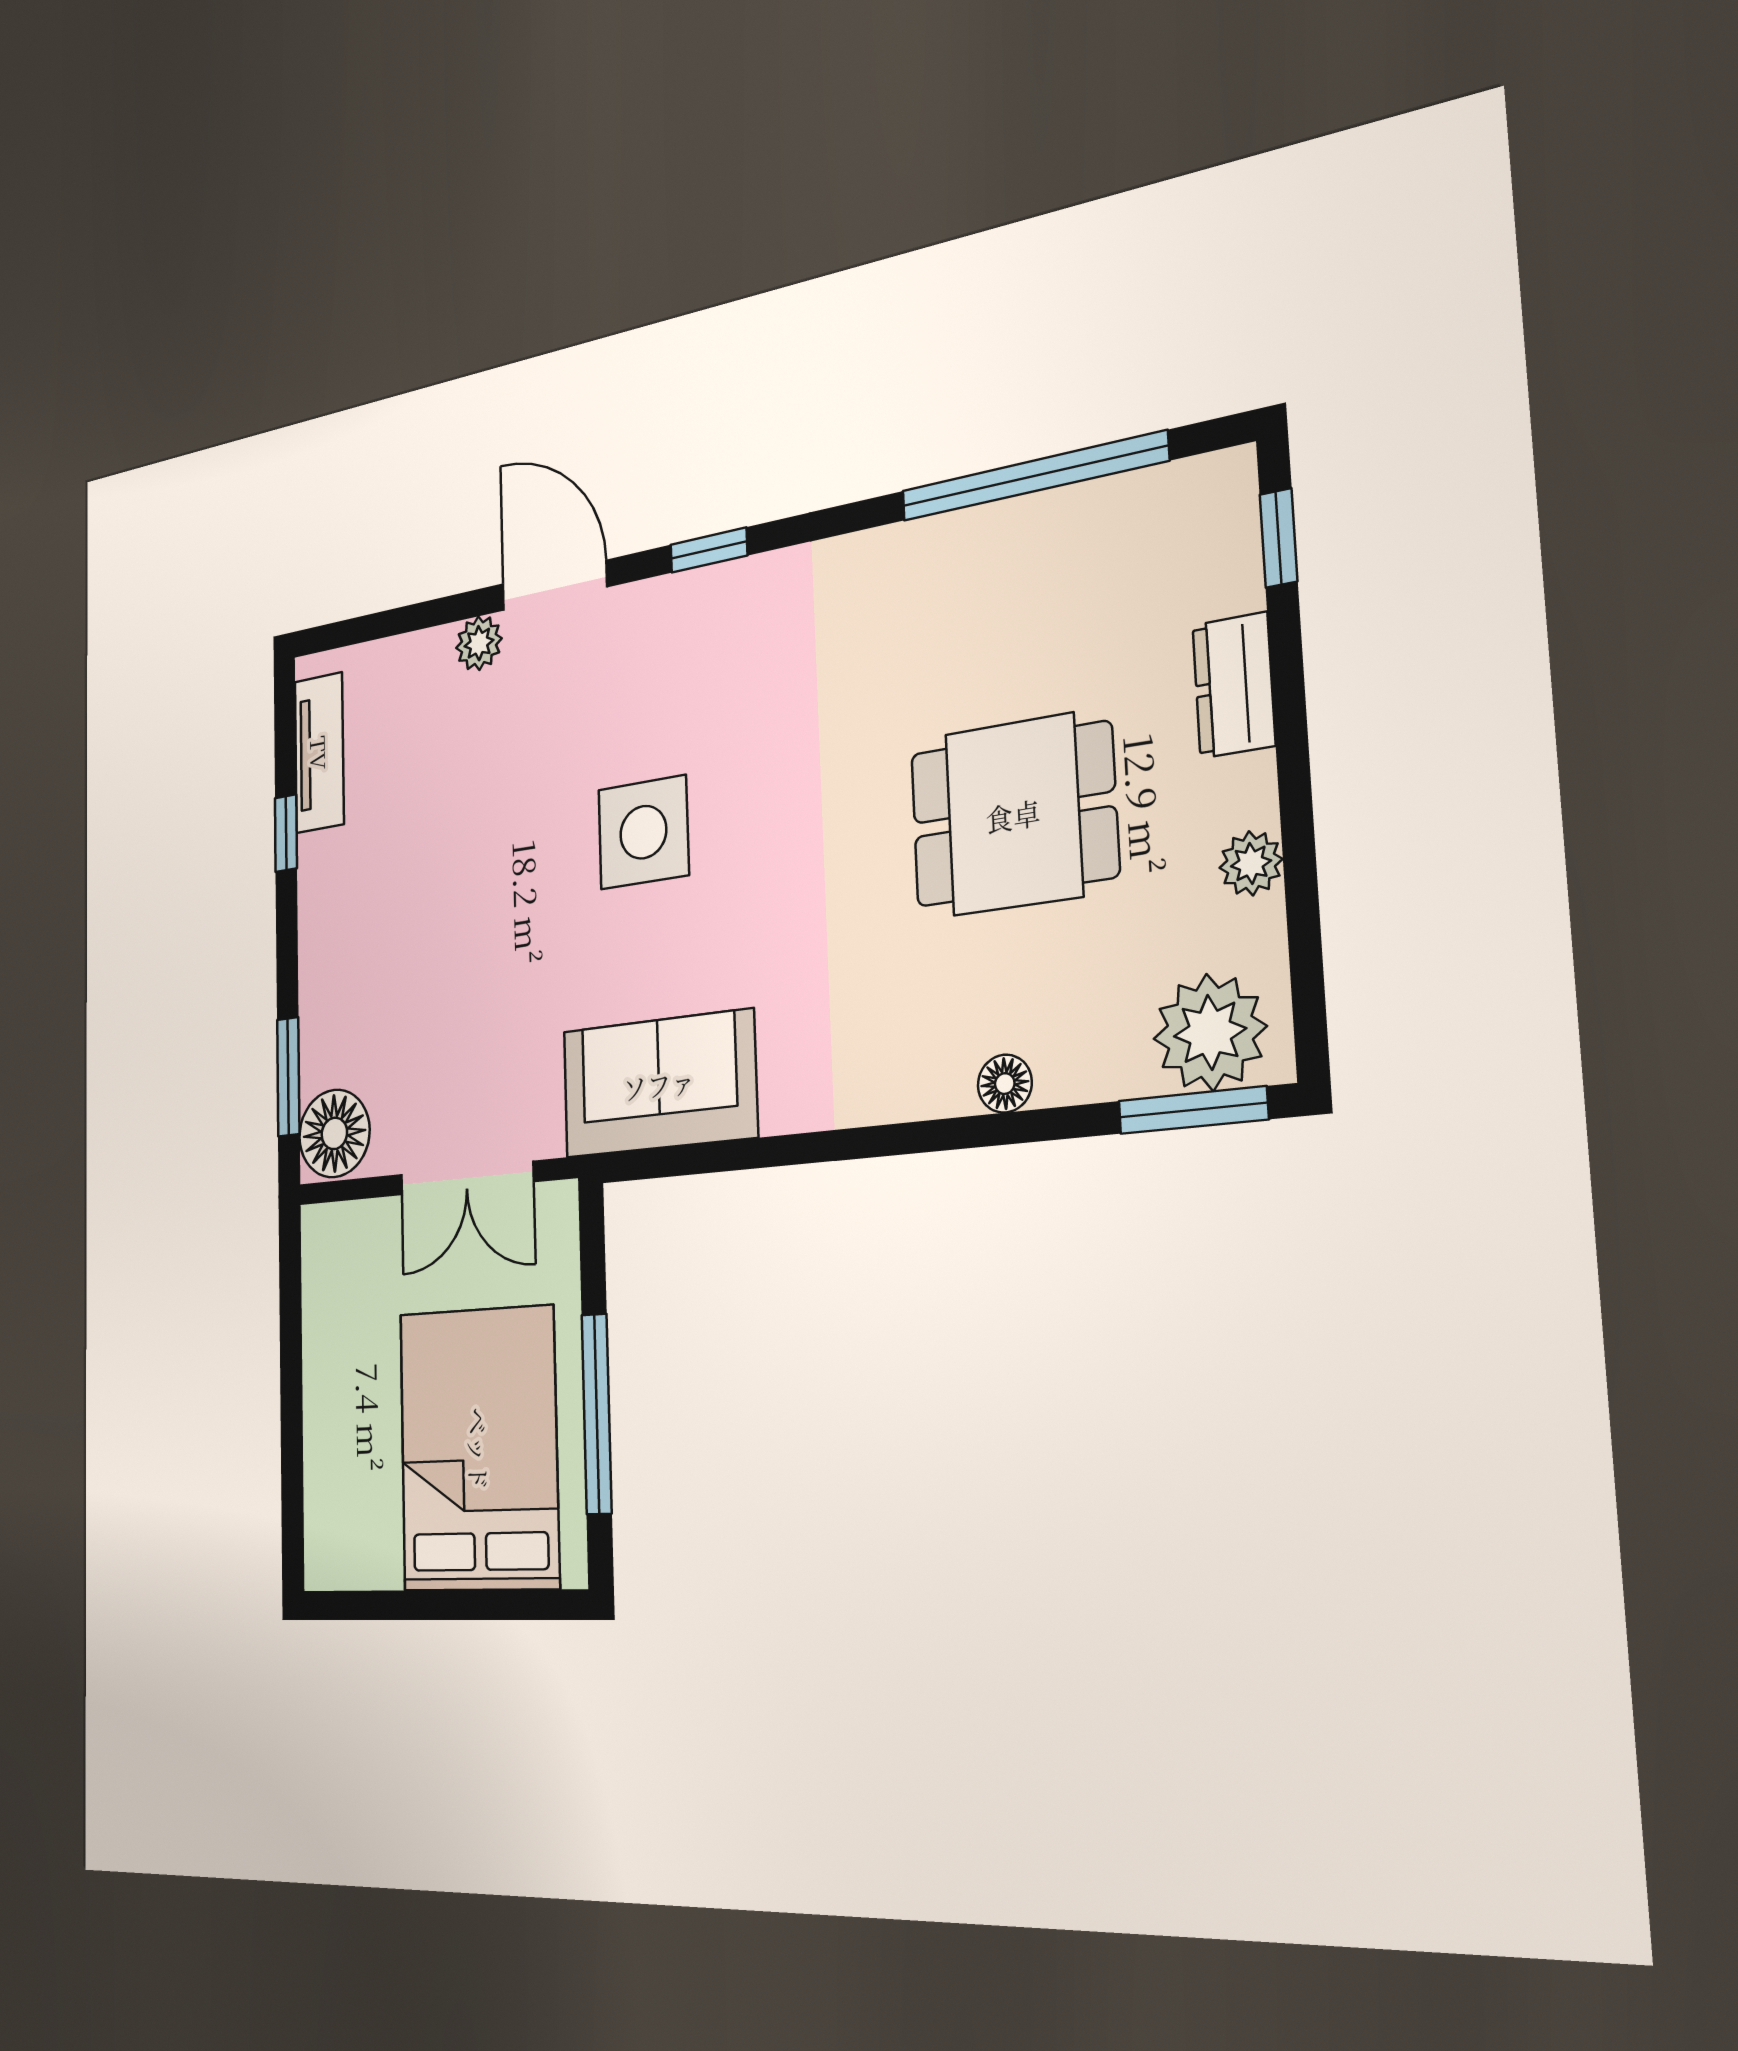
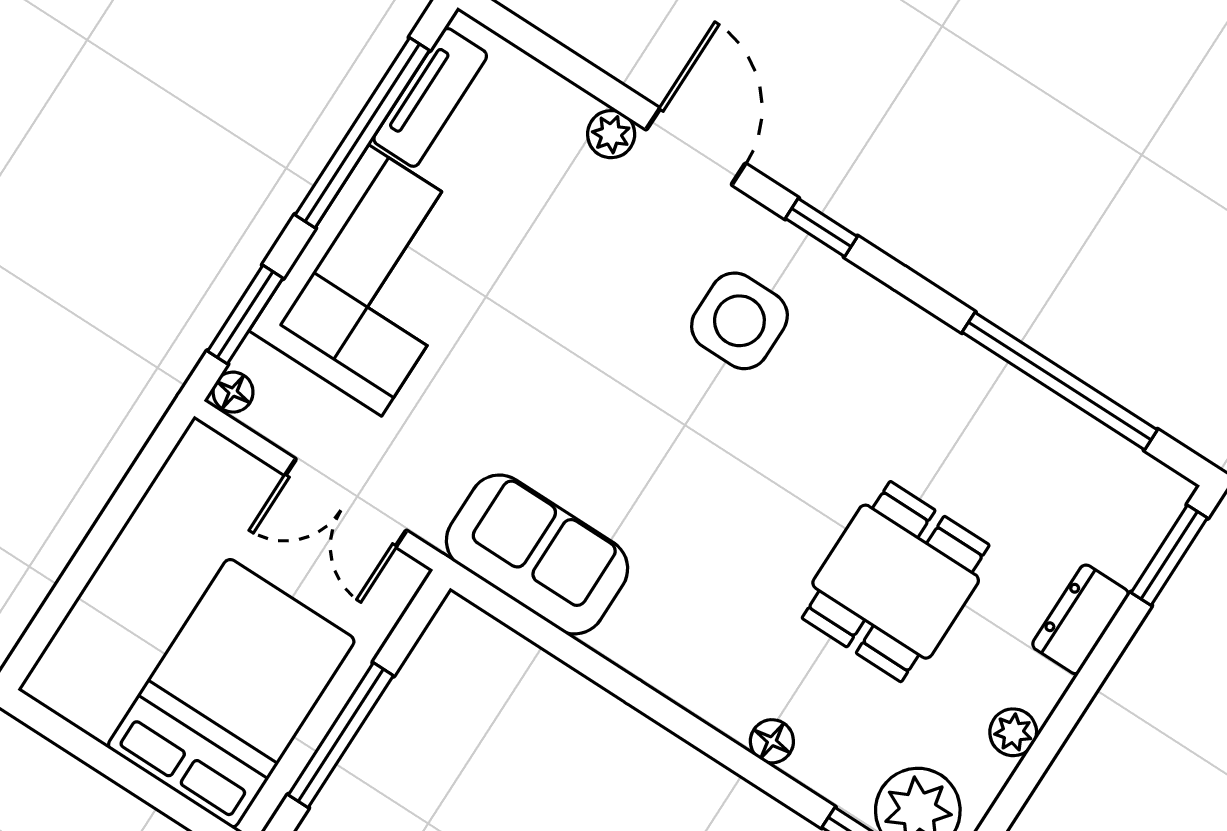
window: (1279, 538) -> (1169, 555), width x1.50
dining table: (1013, 815) -> (896, 582), turned 90
side table: (643, 832) -> (739, 321), moved
window: (286, 833) -> (362, 133), width x3.17
corner sofa: (371, 952) -> (375, 281), added
floor lamp: (334, 1133) -> (233, 392), width x0.53, depth x0.53

